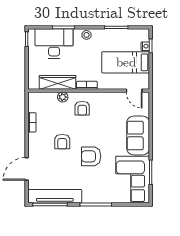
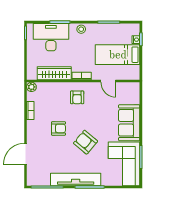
door: (134, 91) -> (108, 81), moved
plant: (63, 97) -> (31, 87), moved
armchair: (62, 142) -> (59, 128), turned -90
armchair: (91, 156) -> (86, 142), turned 40
tv unit: (55, 196) -> (76, 179), moved

